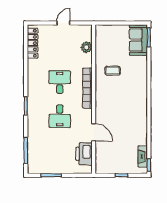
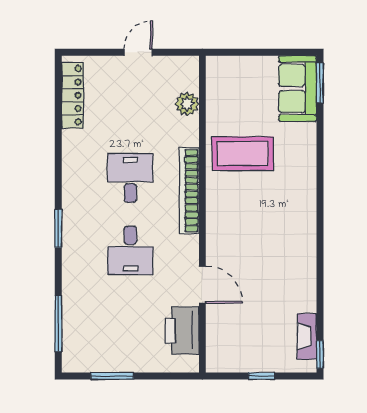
coffee table: (113, 71) -> (243, 154), width x1.86, depth x1.72

